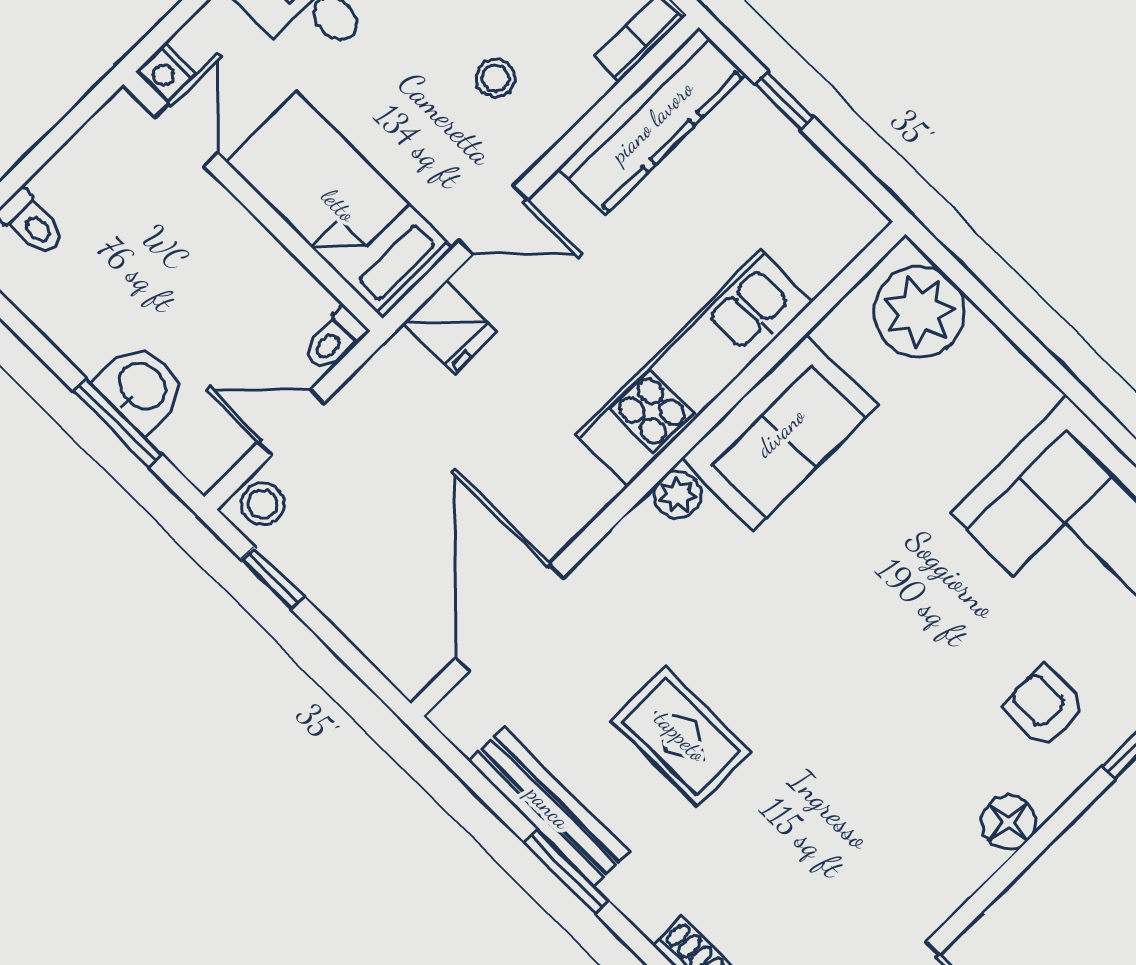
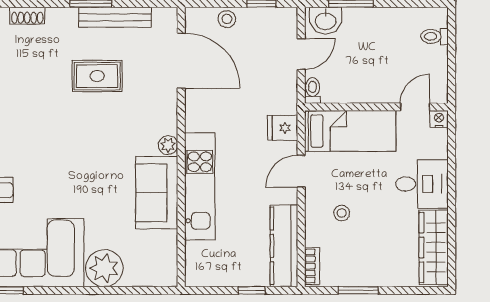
door: (186, 135) -> (415, 107), swing flipped
plant: (919, 312) -> (104, 268), moved
washbasin: (141, 388) -> (326, 21), moved
stool: (263, 504) -> (227, 19), moved

